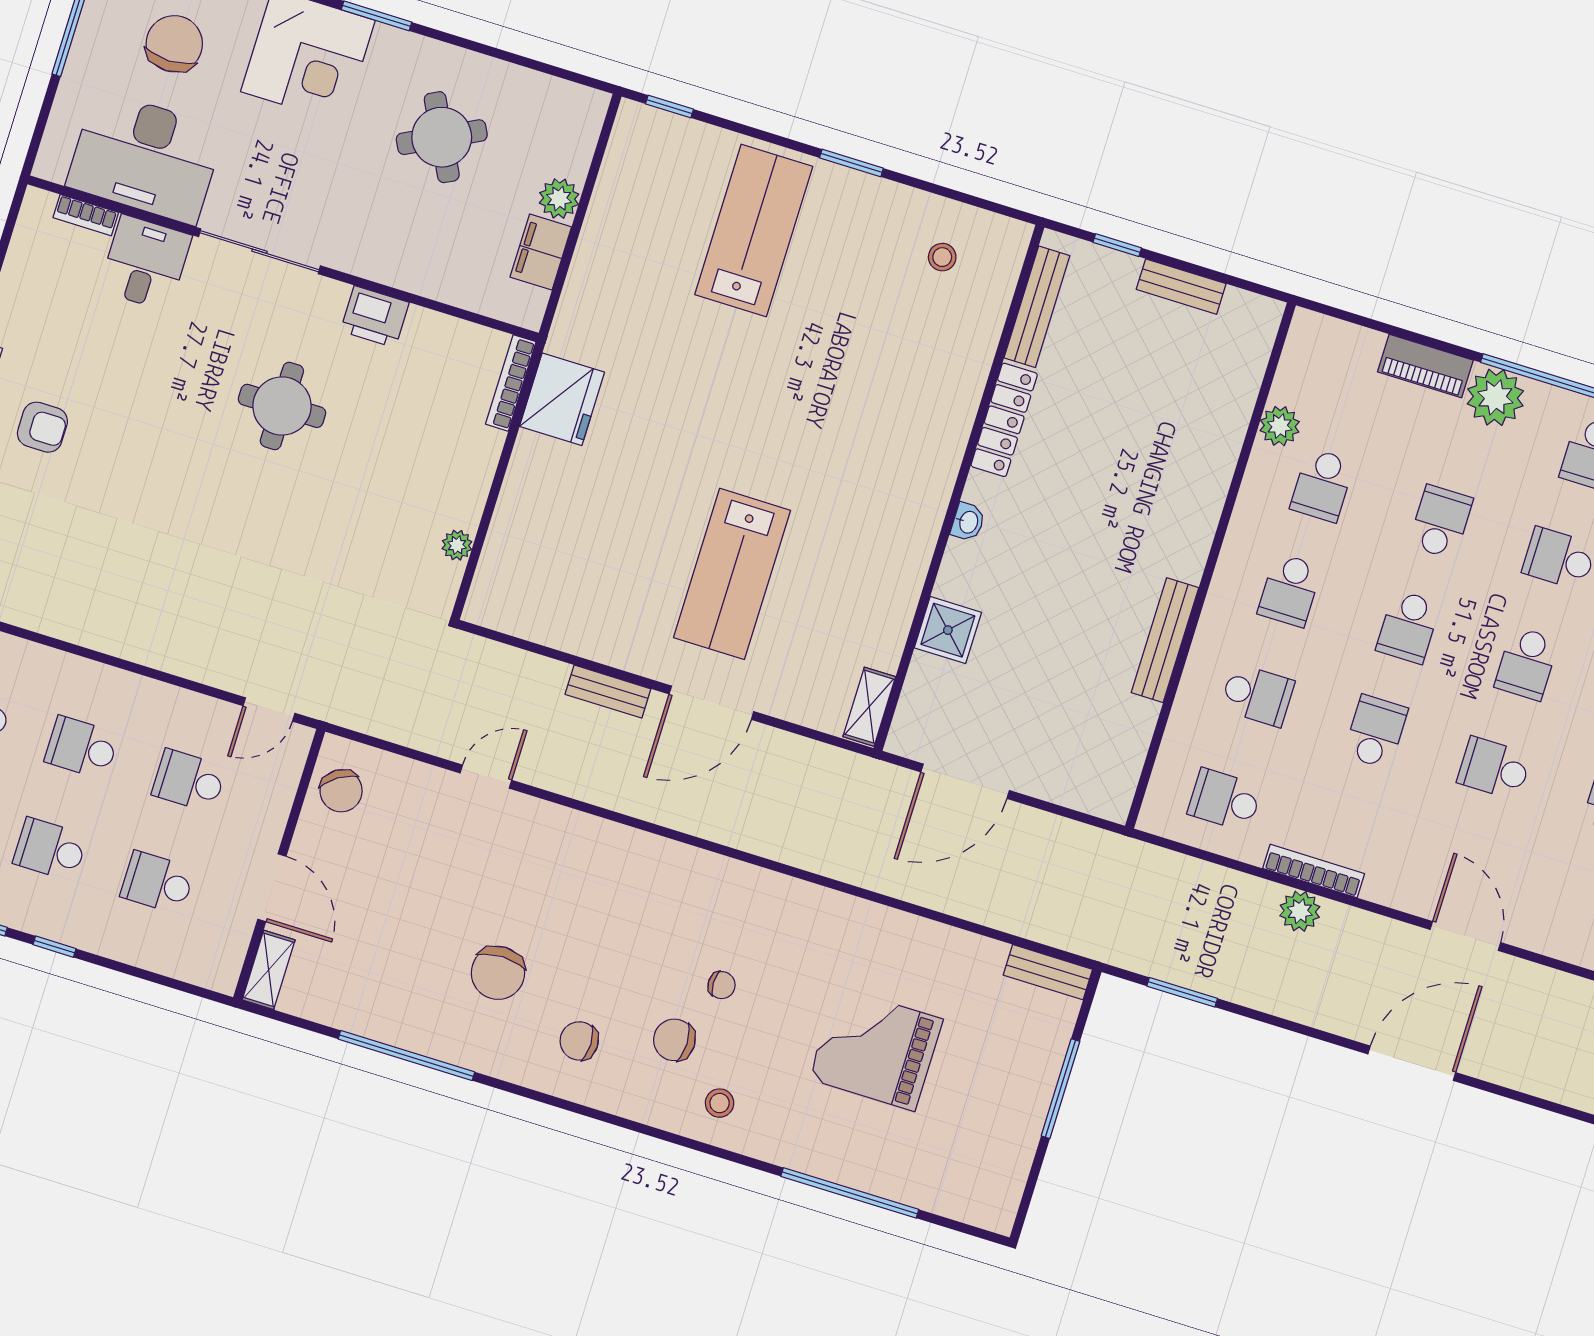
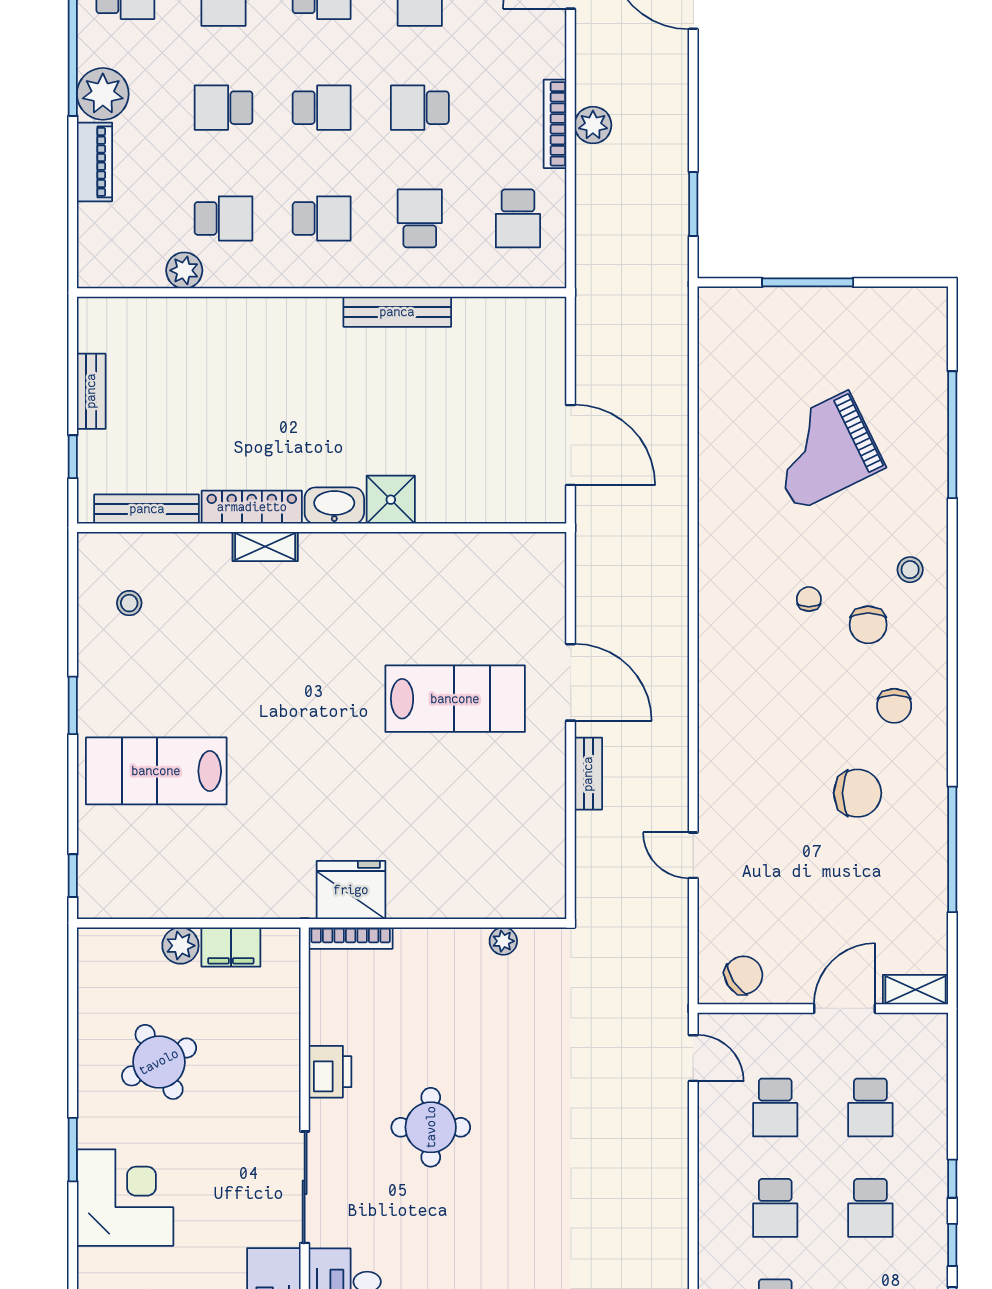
washbasin: (968, 522) -> (334, 506), width x1.91, depth x1.45
shower: (948, 630) -> (391, 500), moved
shelving: (869, 707) -> (265, 547), moved
bench: (1048, 972) -> (712, 324), removed
grand piano: (876, 1049) -> (823, 451), turned 64

